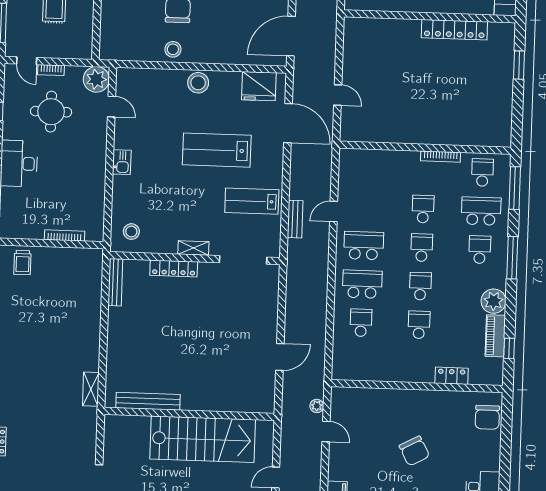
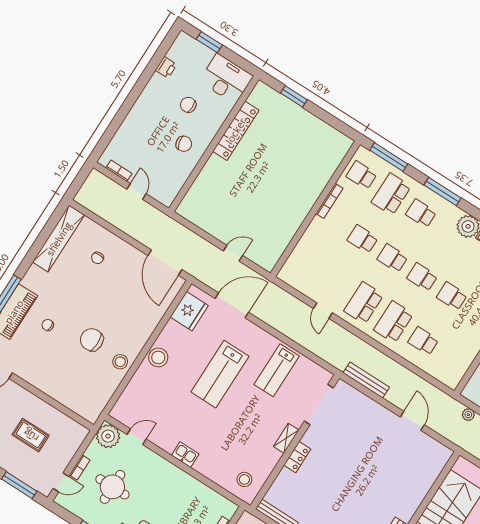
bench: (295, 219) -> (366, 380), moved, width x1.36
locker: (174, 268) -> (297, 457), width x0.66

